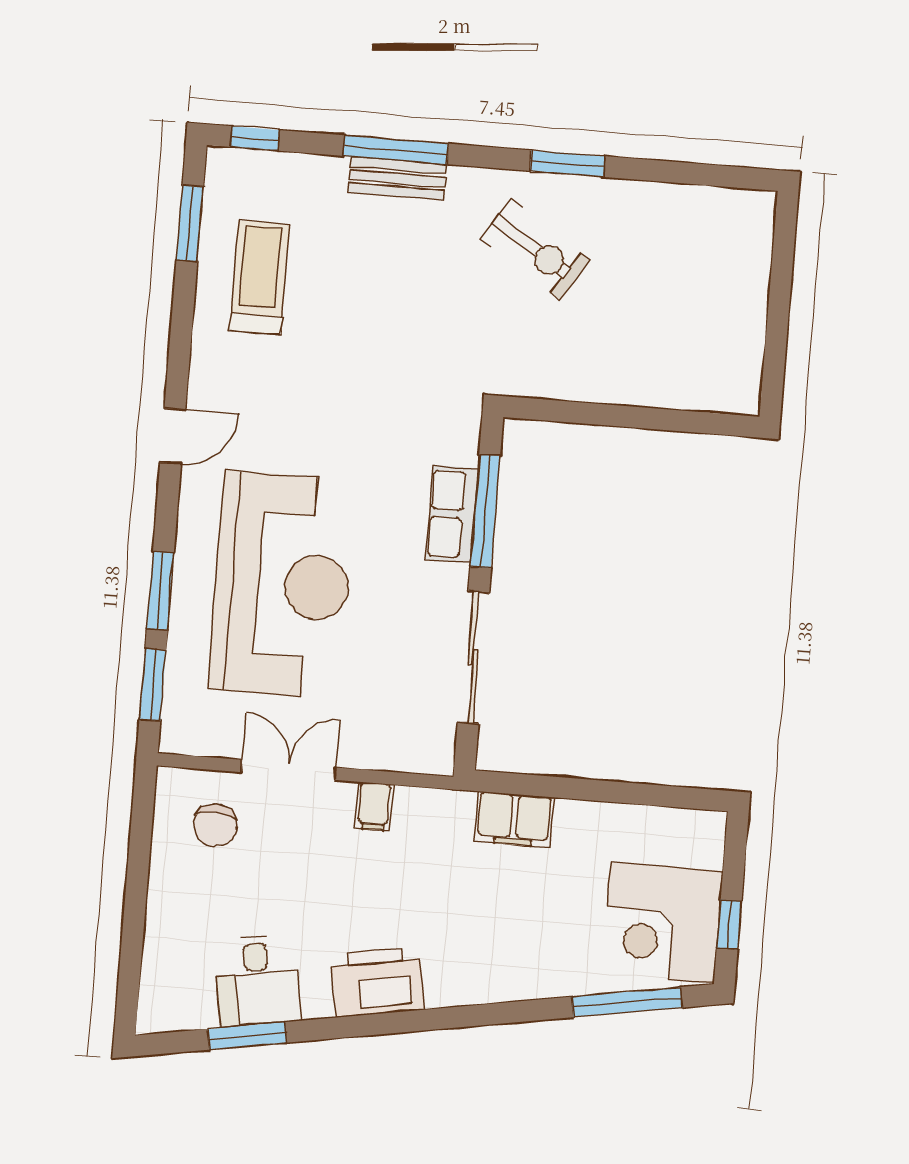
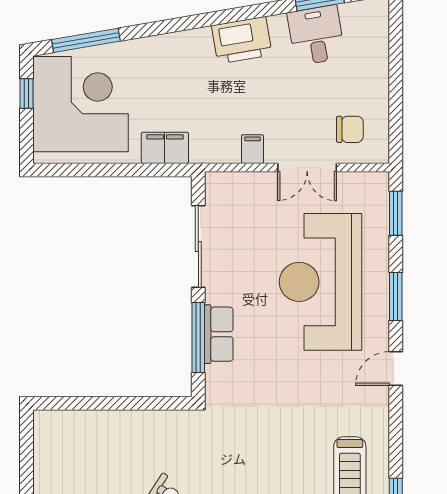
window: (160, 591) -> (396, 297), moved
chair: (215, 825) -> (350, 129), turned 90
corner desk: (662, 922) -> (81, 104), width x1.36, depth x1.36

